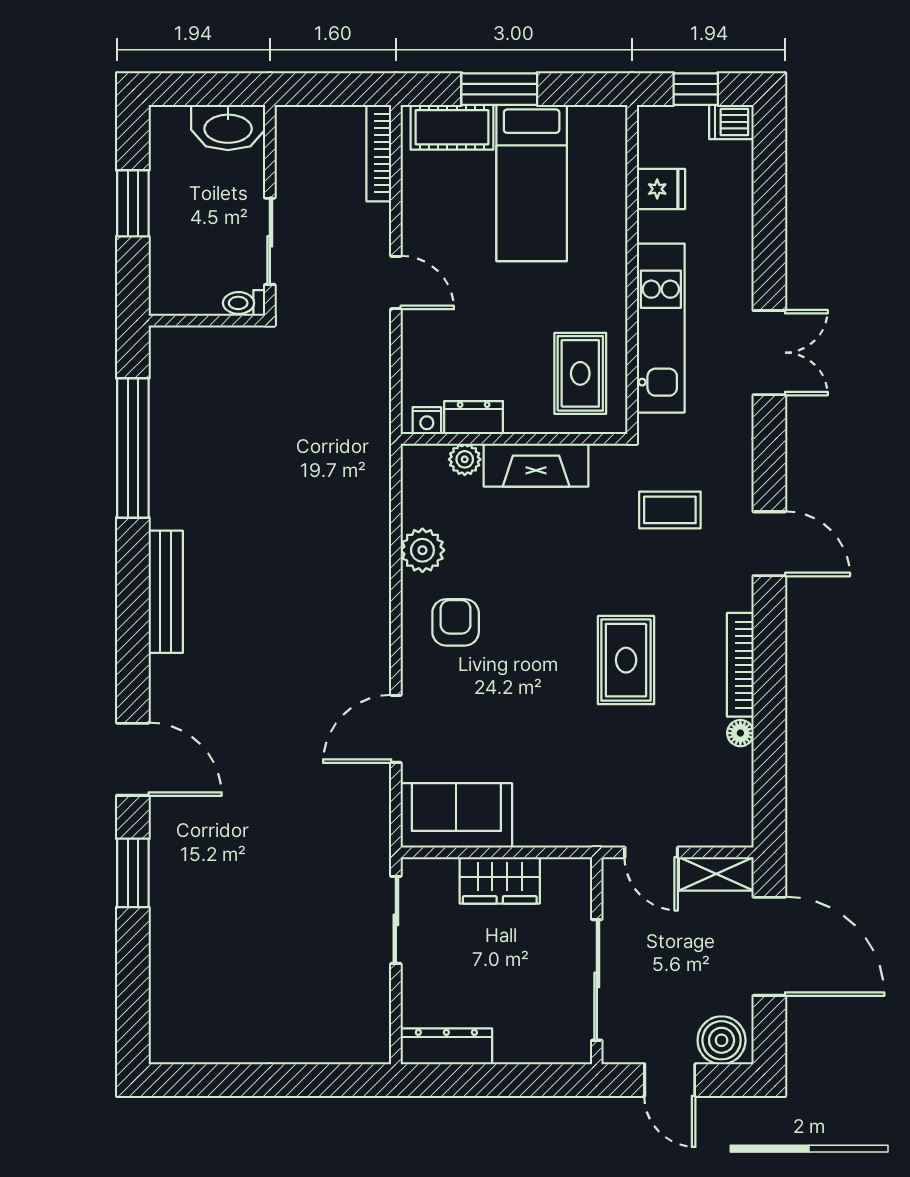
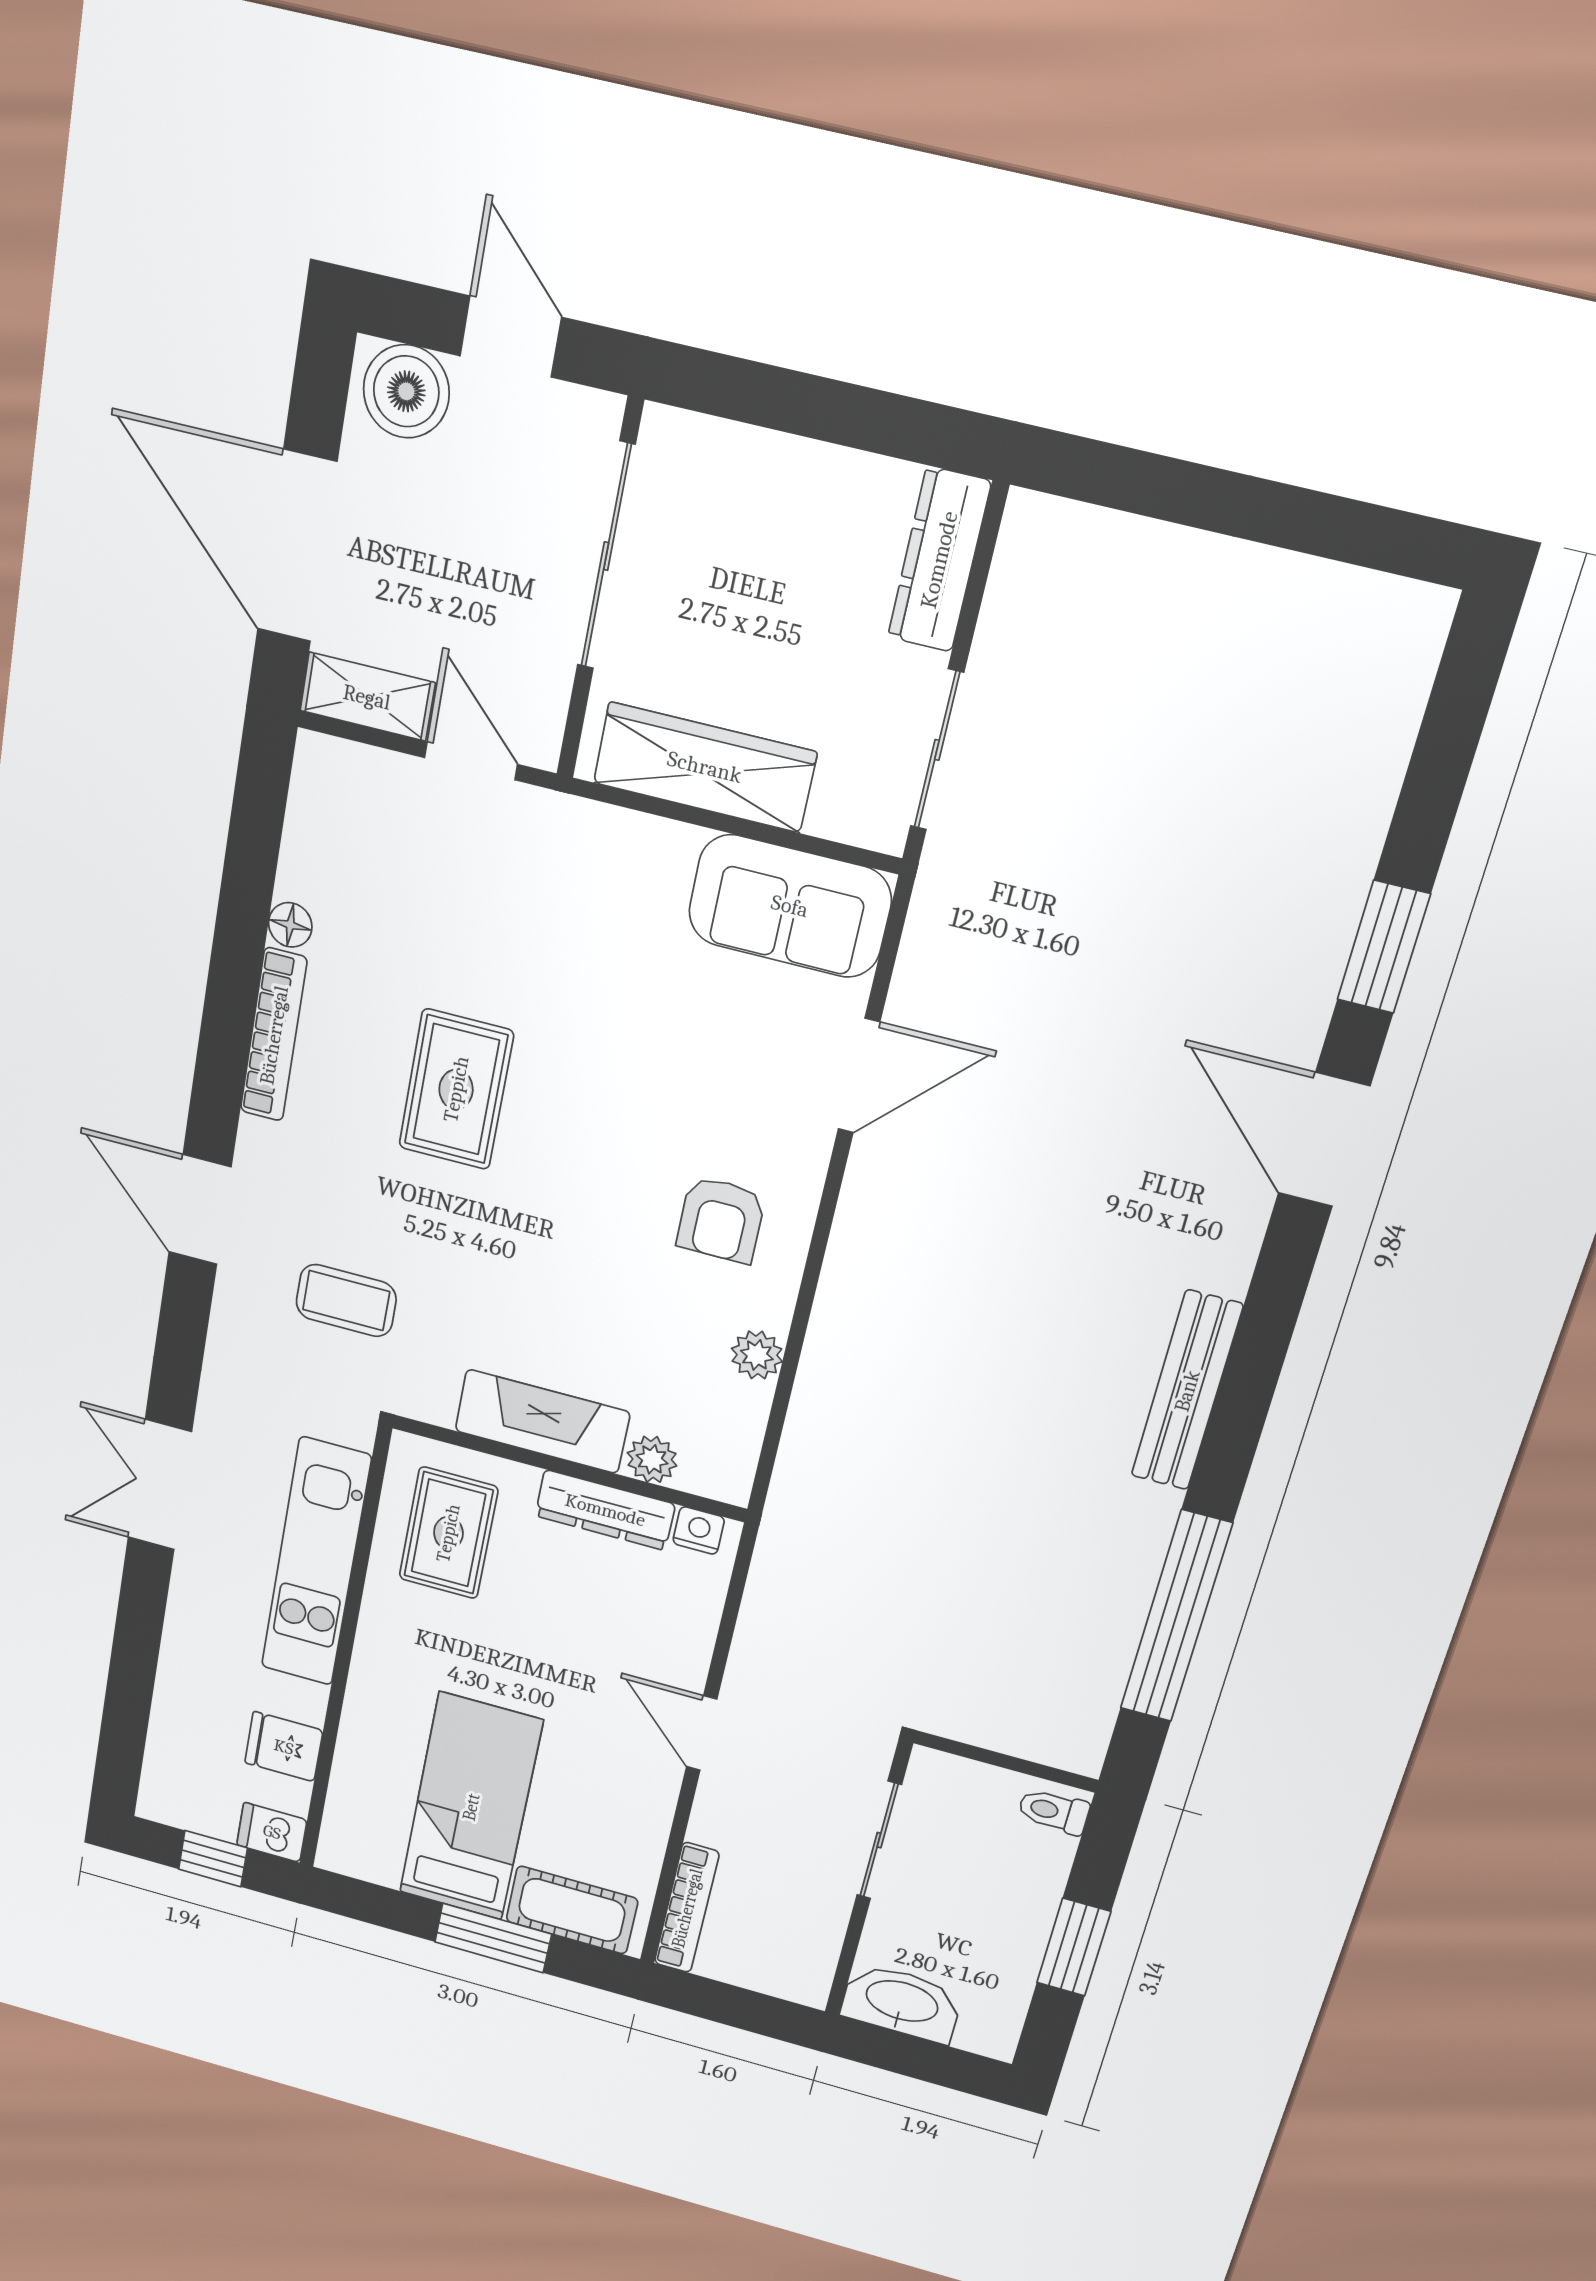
dishwasher: (731, 122) -> (272, 1832), moved, turned 180
toilet: (244, 303) -> (1054, 1811), moved, turned 180
dresser: (474, 418) -> (605, 1510), width x1.44
plant: (422, 550) -> (757, 1355), width x0.73, depth x0.73
wardrobe: (500, 880) -> (705, 767), width x1.50
dresser: (446, 1046) -> (939, 560), moved, turned 90

